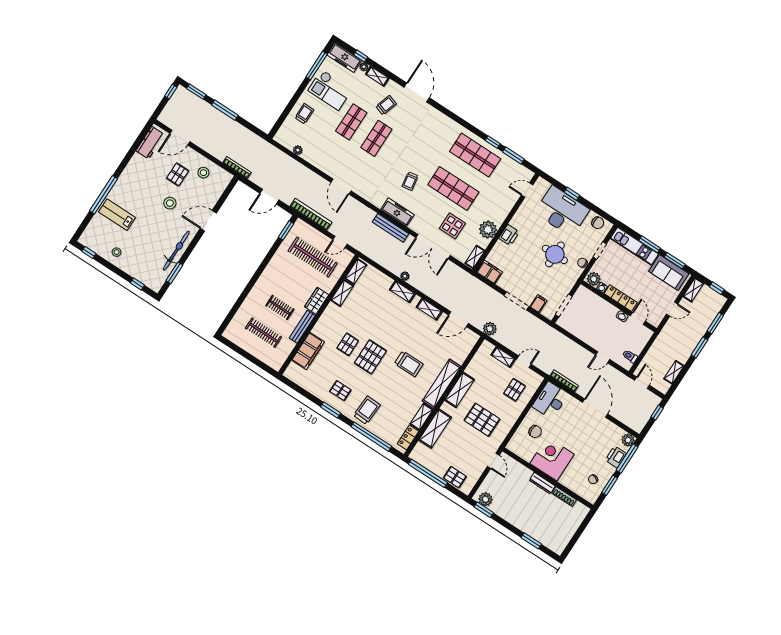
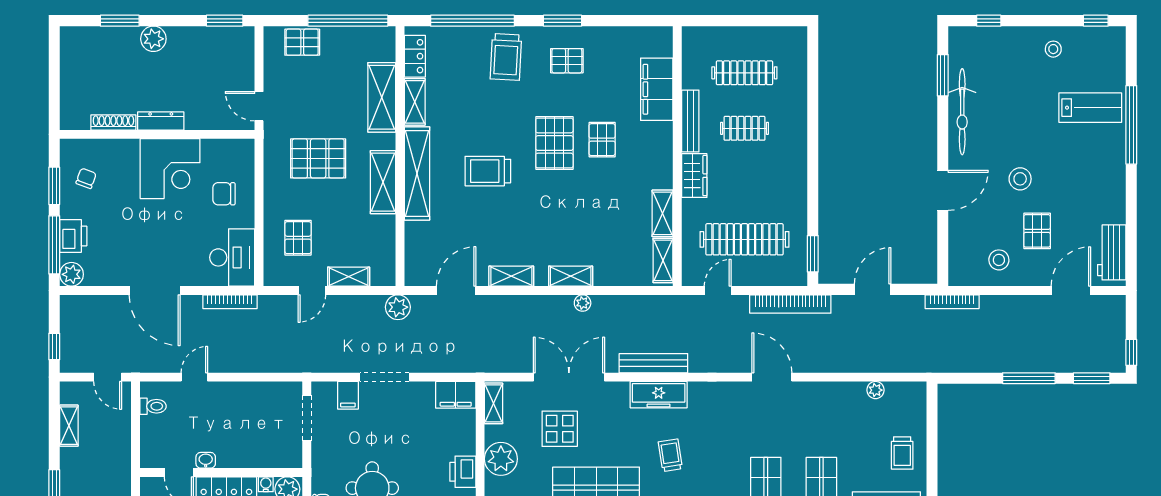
plant: (485, 499) -> (153, 39), moved

